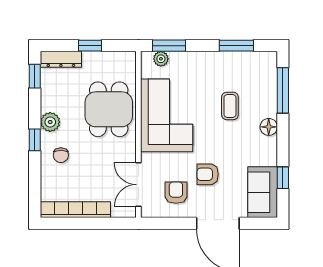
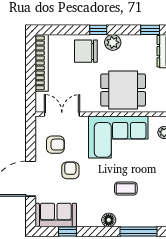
chair: (61, 155) -> (86, 51), width x1.87, depth x1.87

